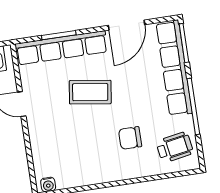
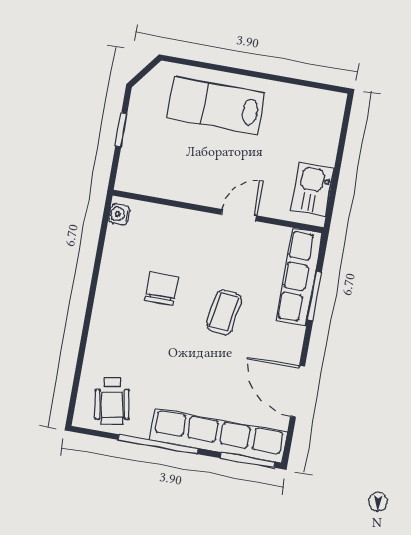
row of seats: (61, 48) -> (299, 277), width x0.73
coffee table: (90, 92) -> (224, 312), width x0.73, depth x0.77
chair: (130, 138) -> (161, 289), moved

